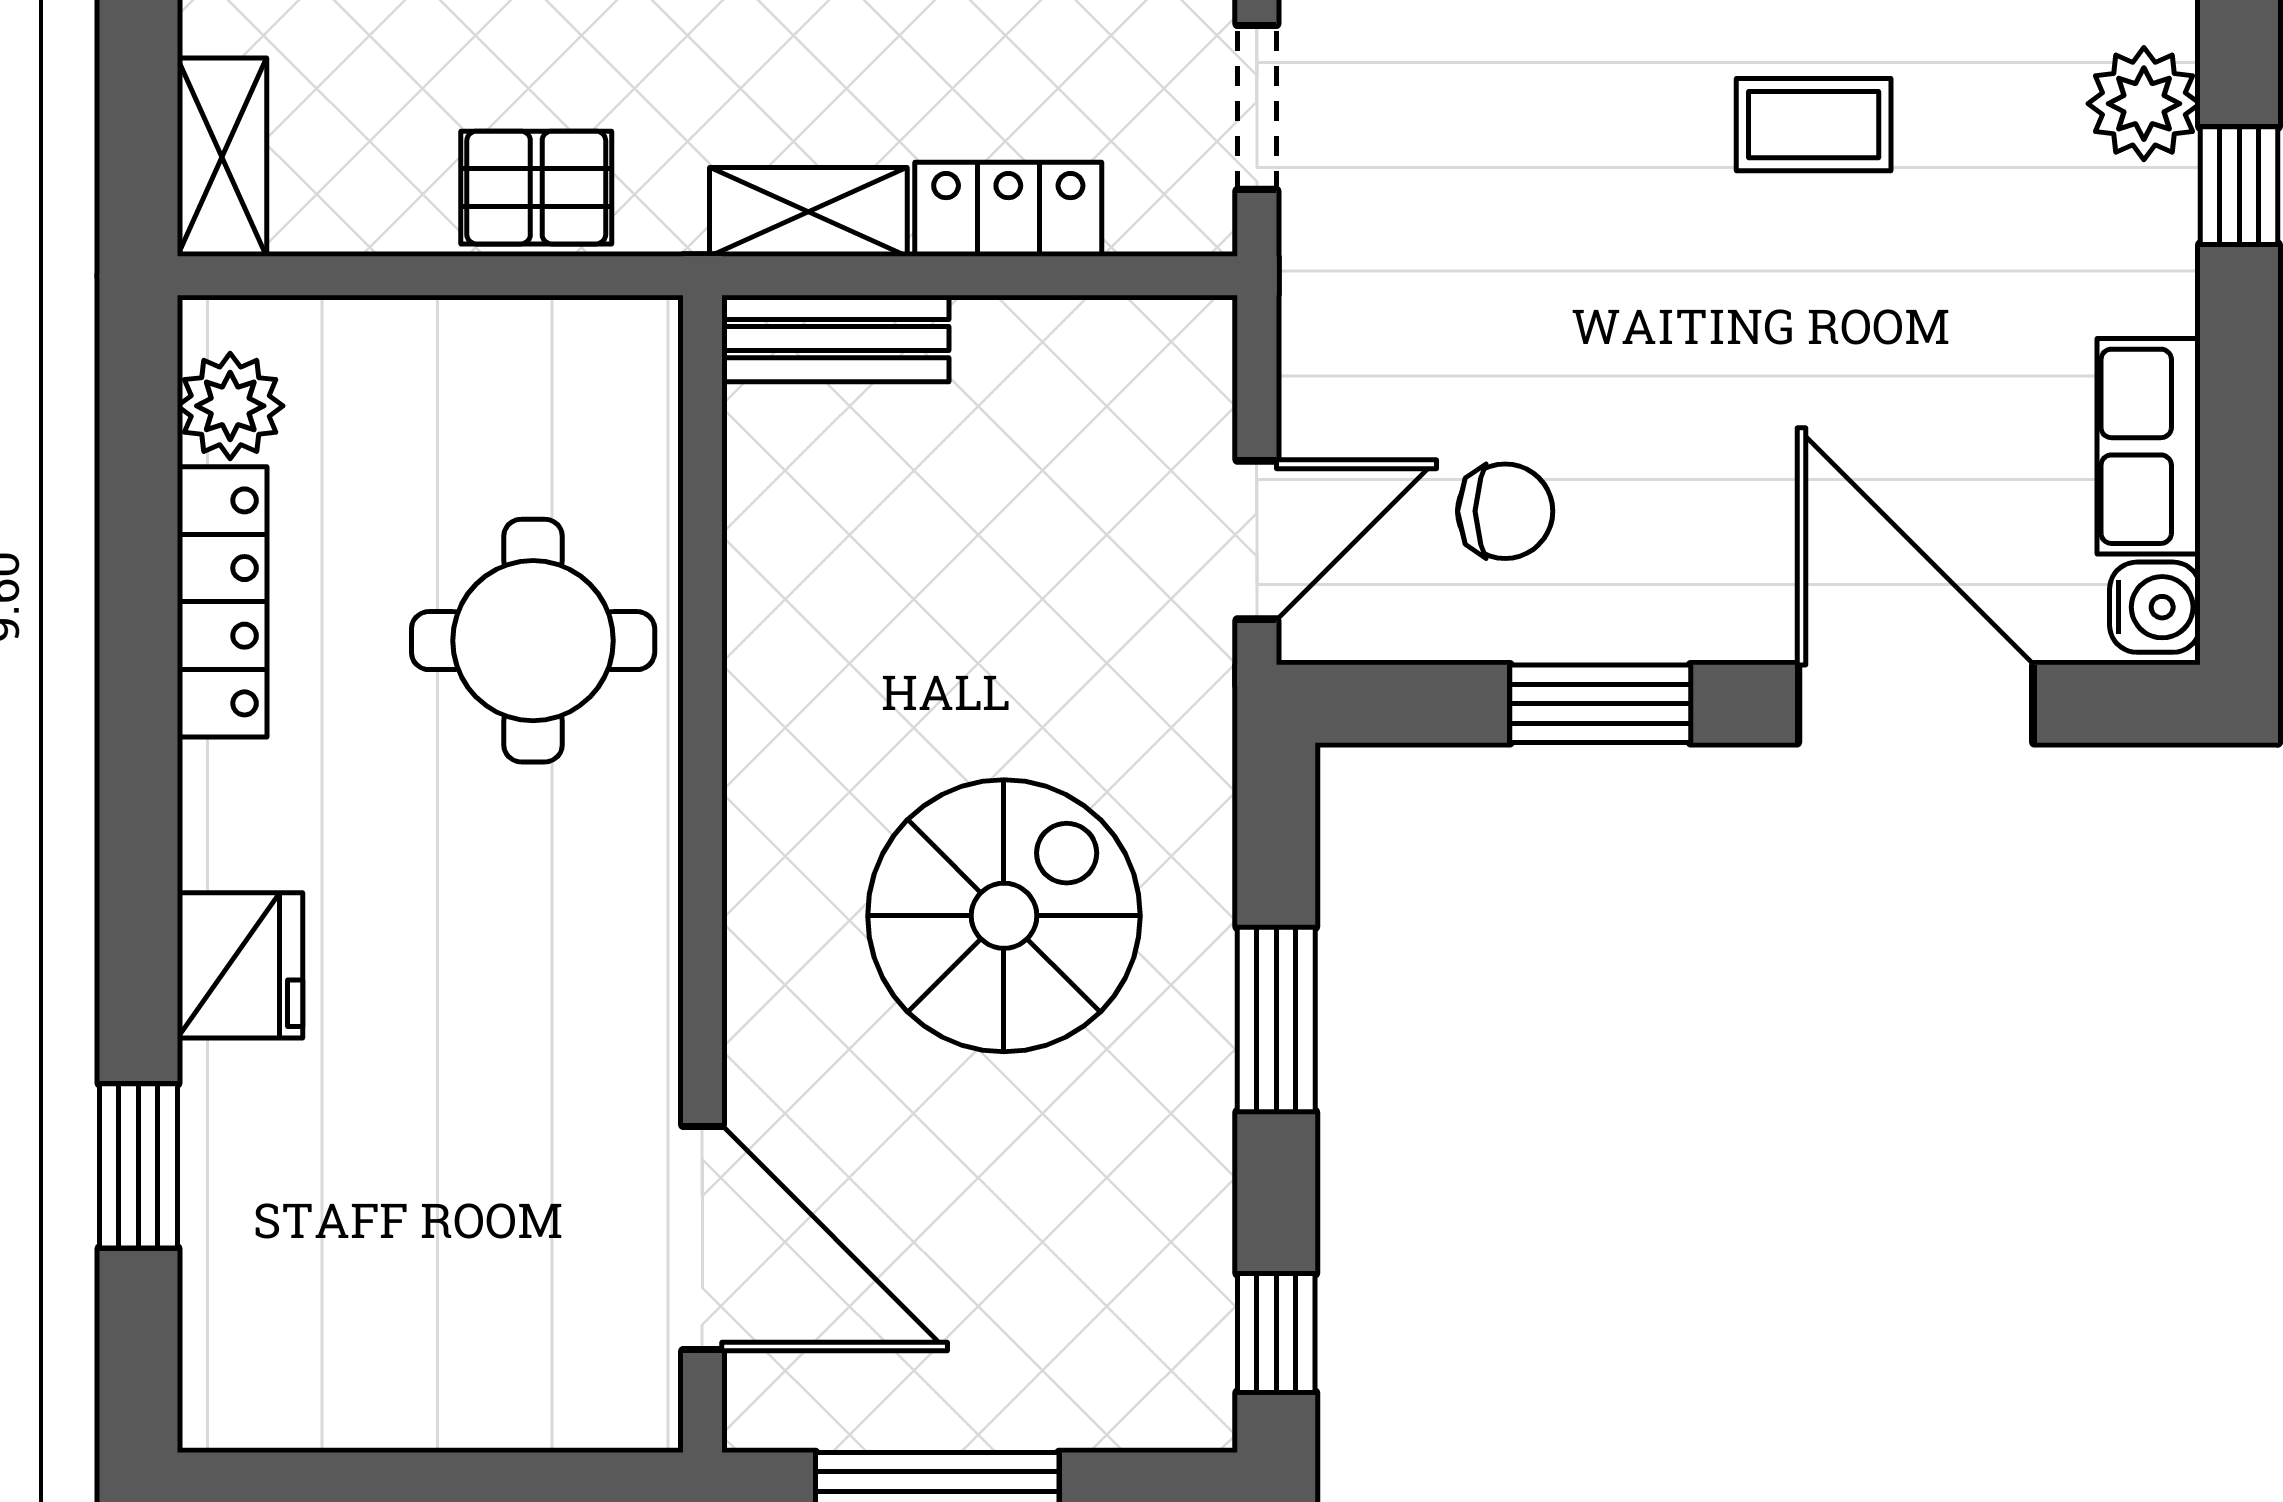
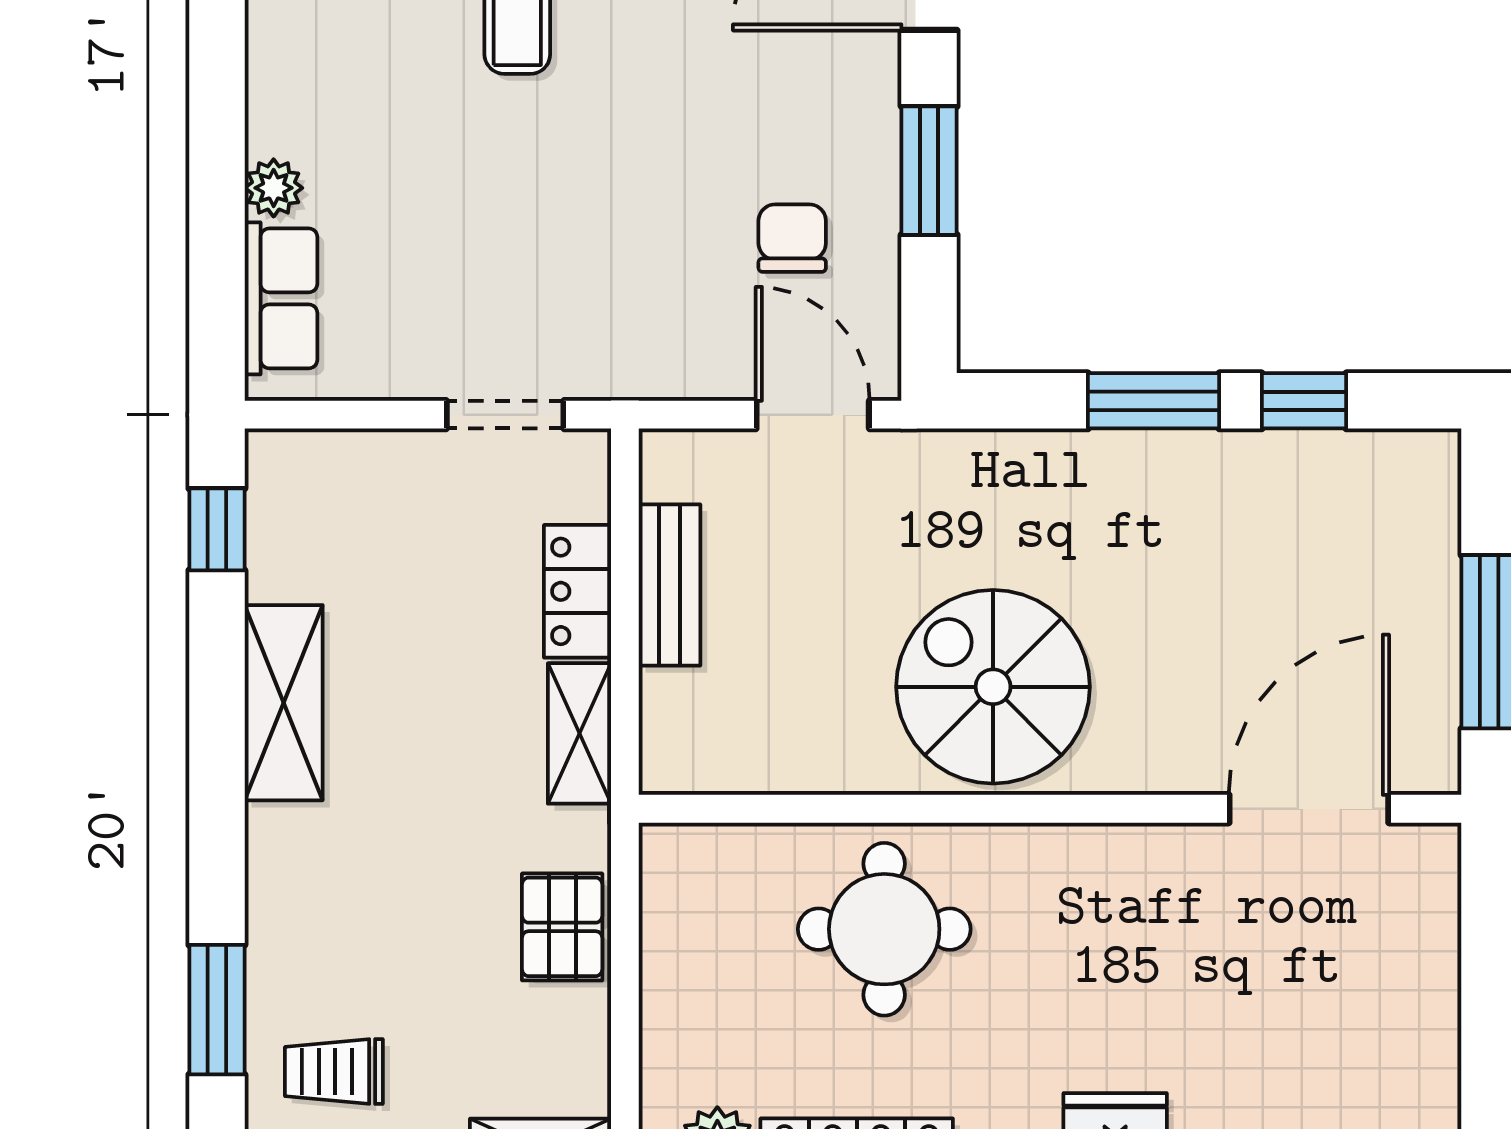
bench: (835, 339) -> (669, 585), moved
spiral stairs: (1004, 916) -> (993, 687), moved
window: (1276, 1333) -> (1304, 401), moved

